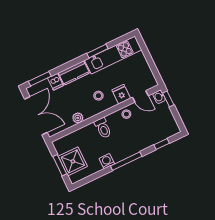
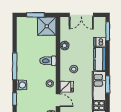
door: (140, 96) -> (58, 100), swing flipped
double door: (36, 116) -> (81, 15), width x0.73
shower: (73, 161) -> (47, 26), moved
washing machine: (107, 161) -> (22, 85), moved

